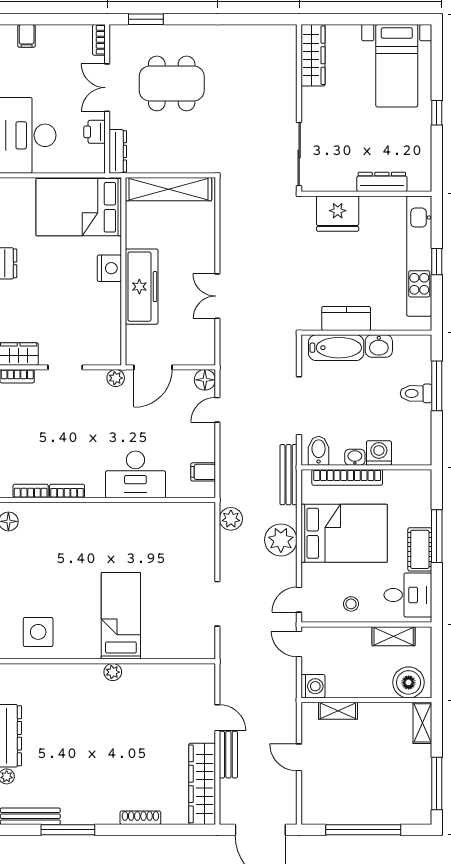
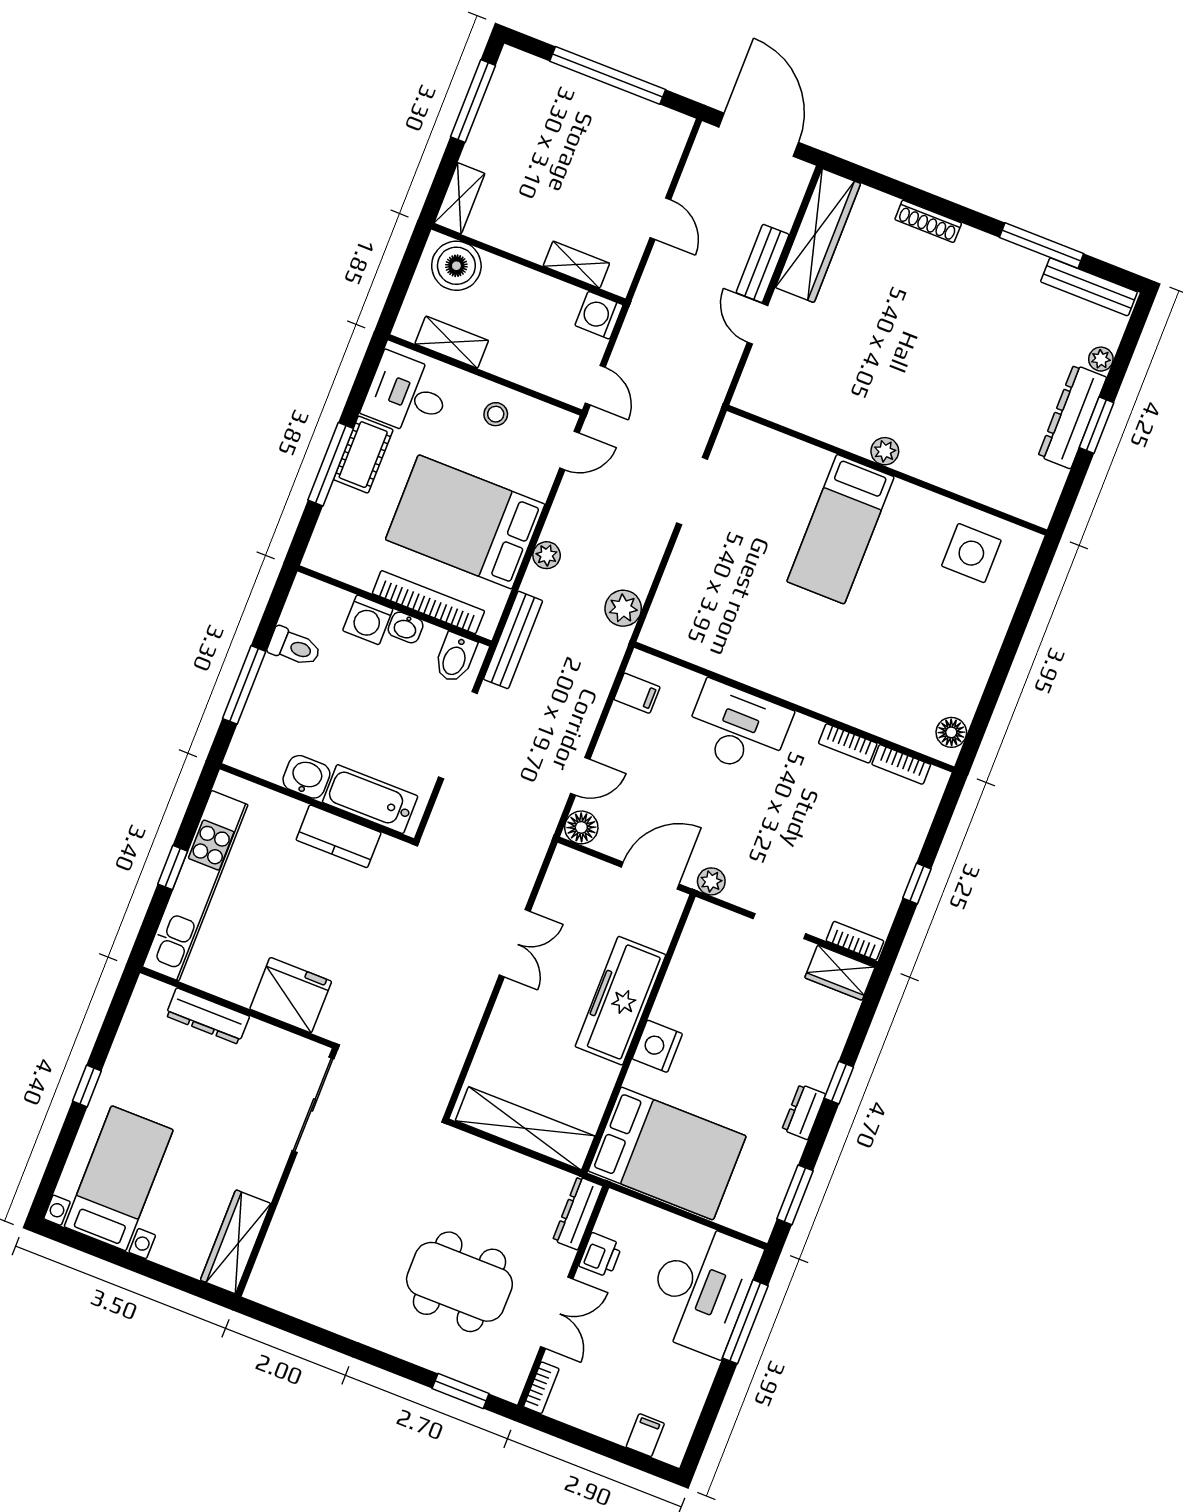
toilet: (416, 393) -> (294, 647), moved
plant: (281, 540) -> (547, 555), width x0.53, depth x0.53

